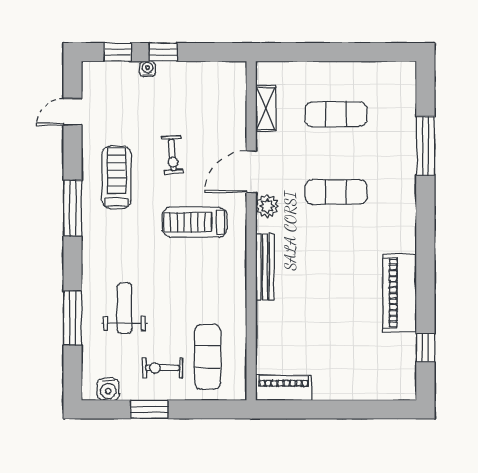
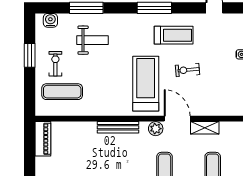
shelving: (266, 108) -> (205, 128), moved
treadmill: (195, 222) -> (146, 84), width x1.37, depth x1.38
water cooler: (108, 389) -> (50, 20), moved, turned 90

